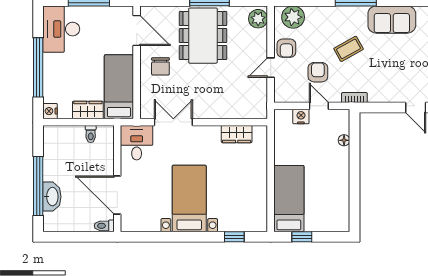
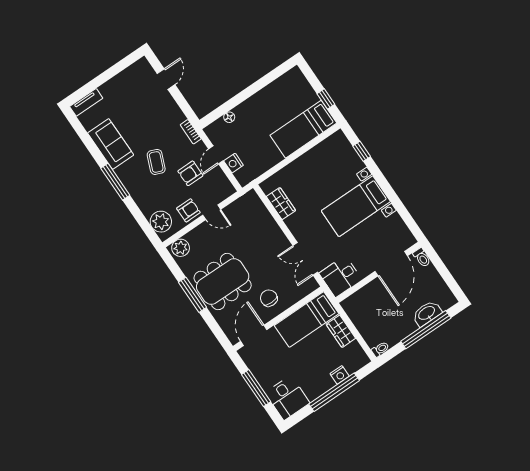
desk: (61, 29) -> (287, 398), width x0.73
coffee table: (349, 49) -> (156, 162), turned 51
chair: (160, 66) -> (269, 298), turned -90
nightstand: (50, 111) -> (340, 375), moved
toilet: (91, 134) -> (380, 349), moved

